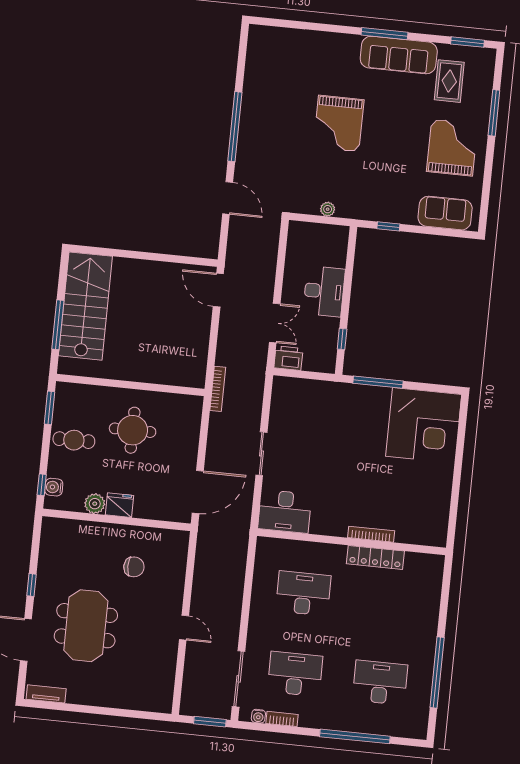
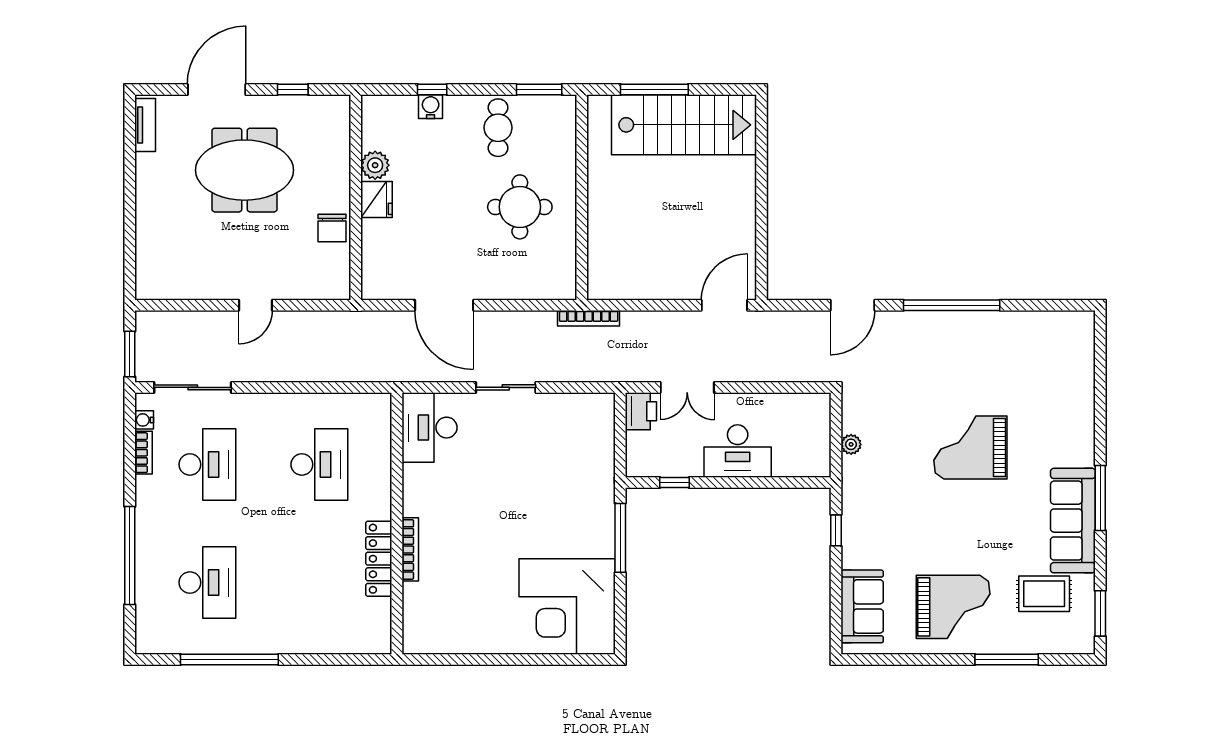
plant: (95, 504) -> (375, 165), moved
fridge: (119, 505) -> (376, 199), moved
wall: (117, 520) -> (356, 197), moved

